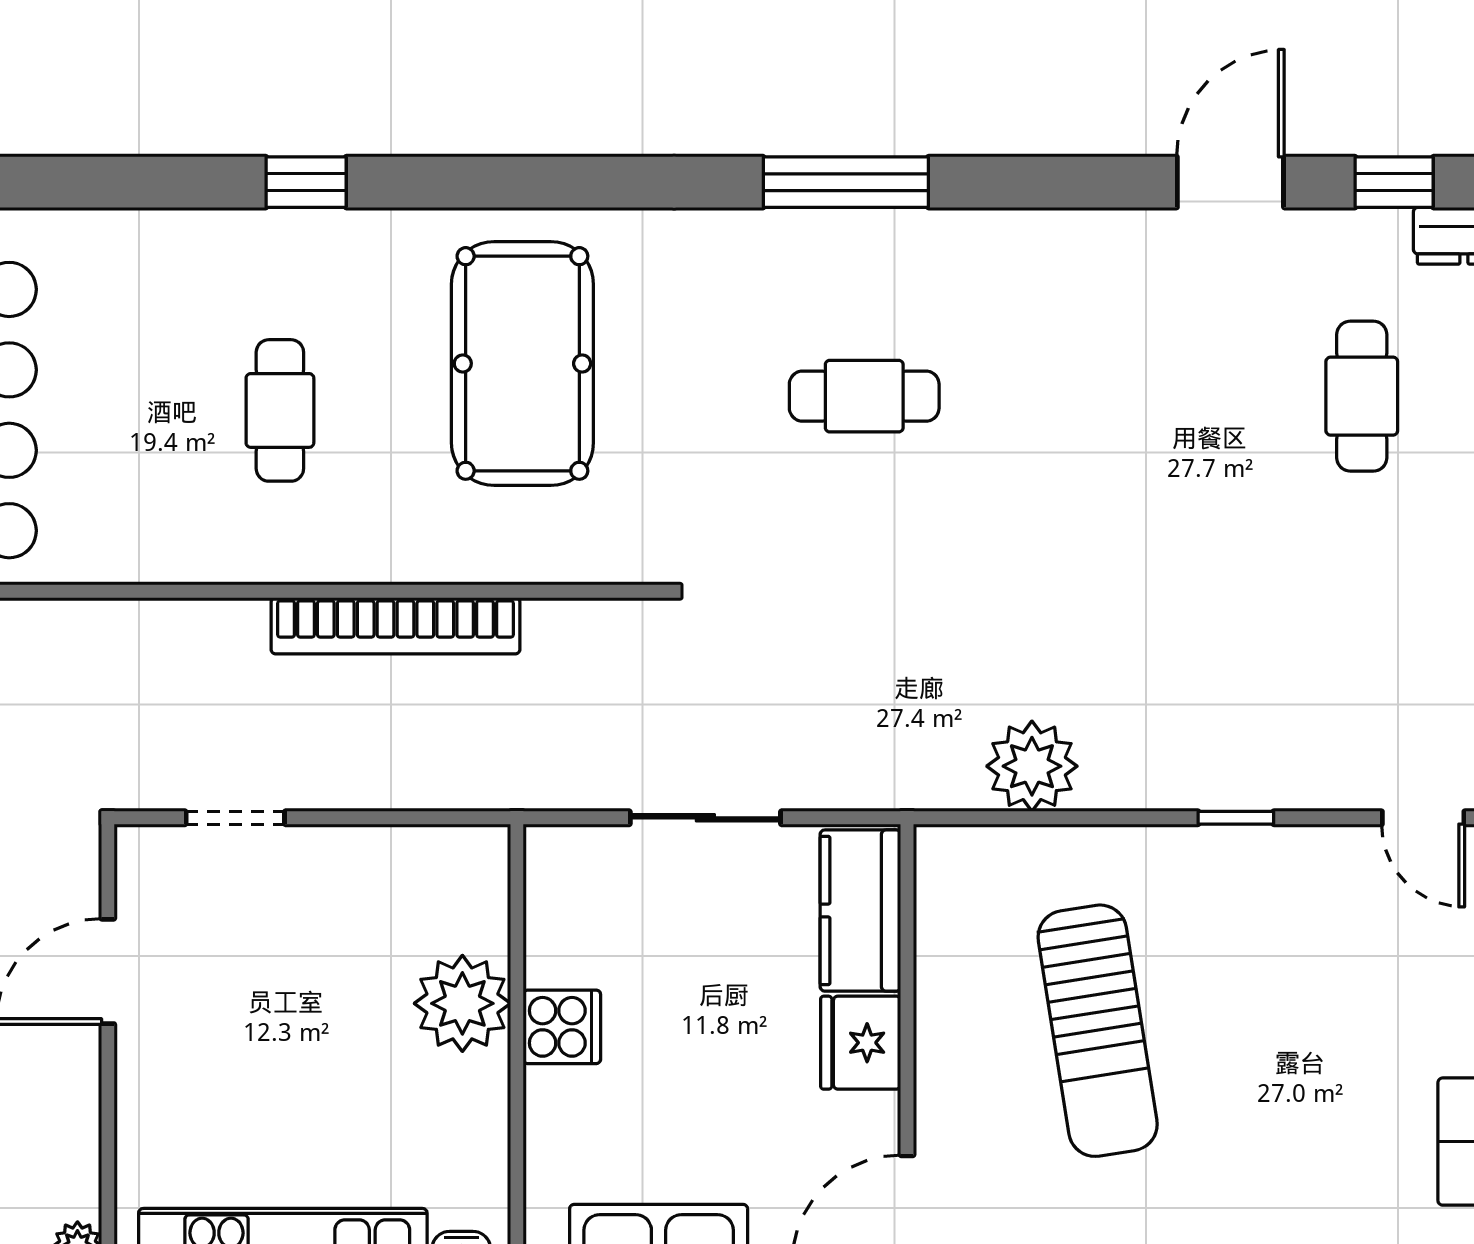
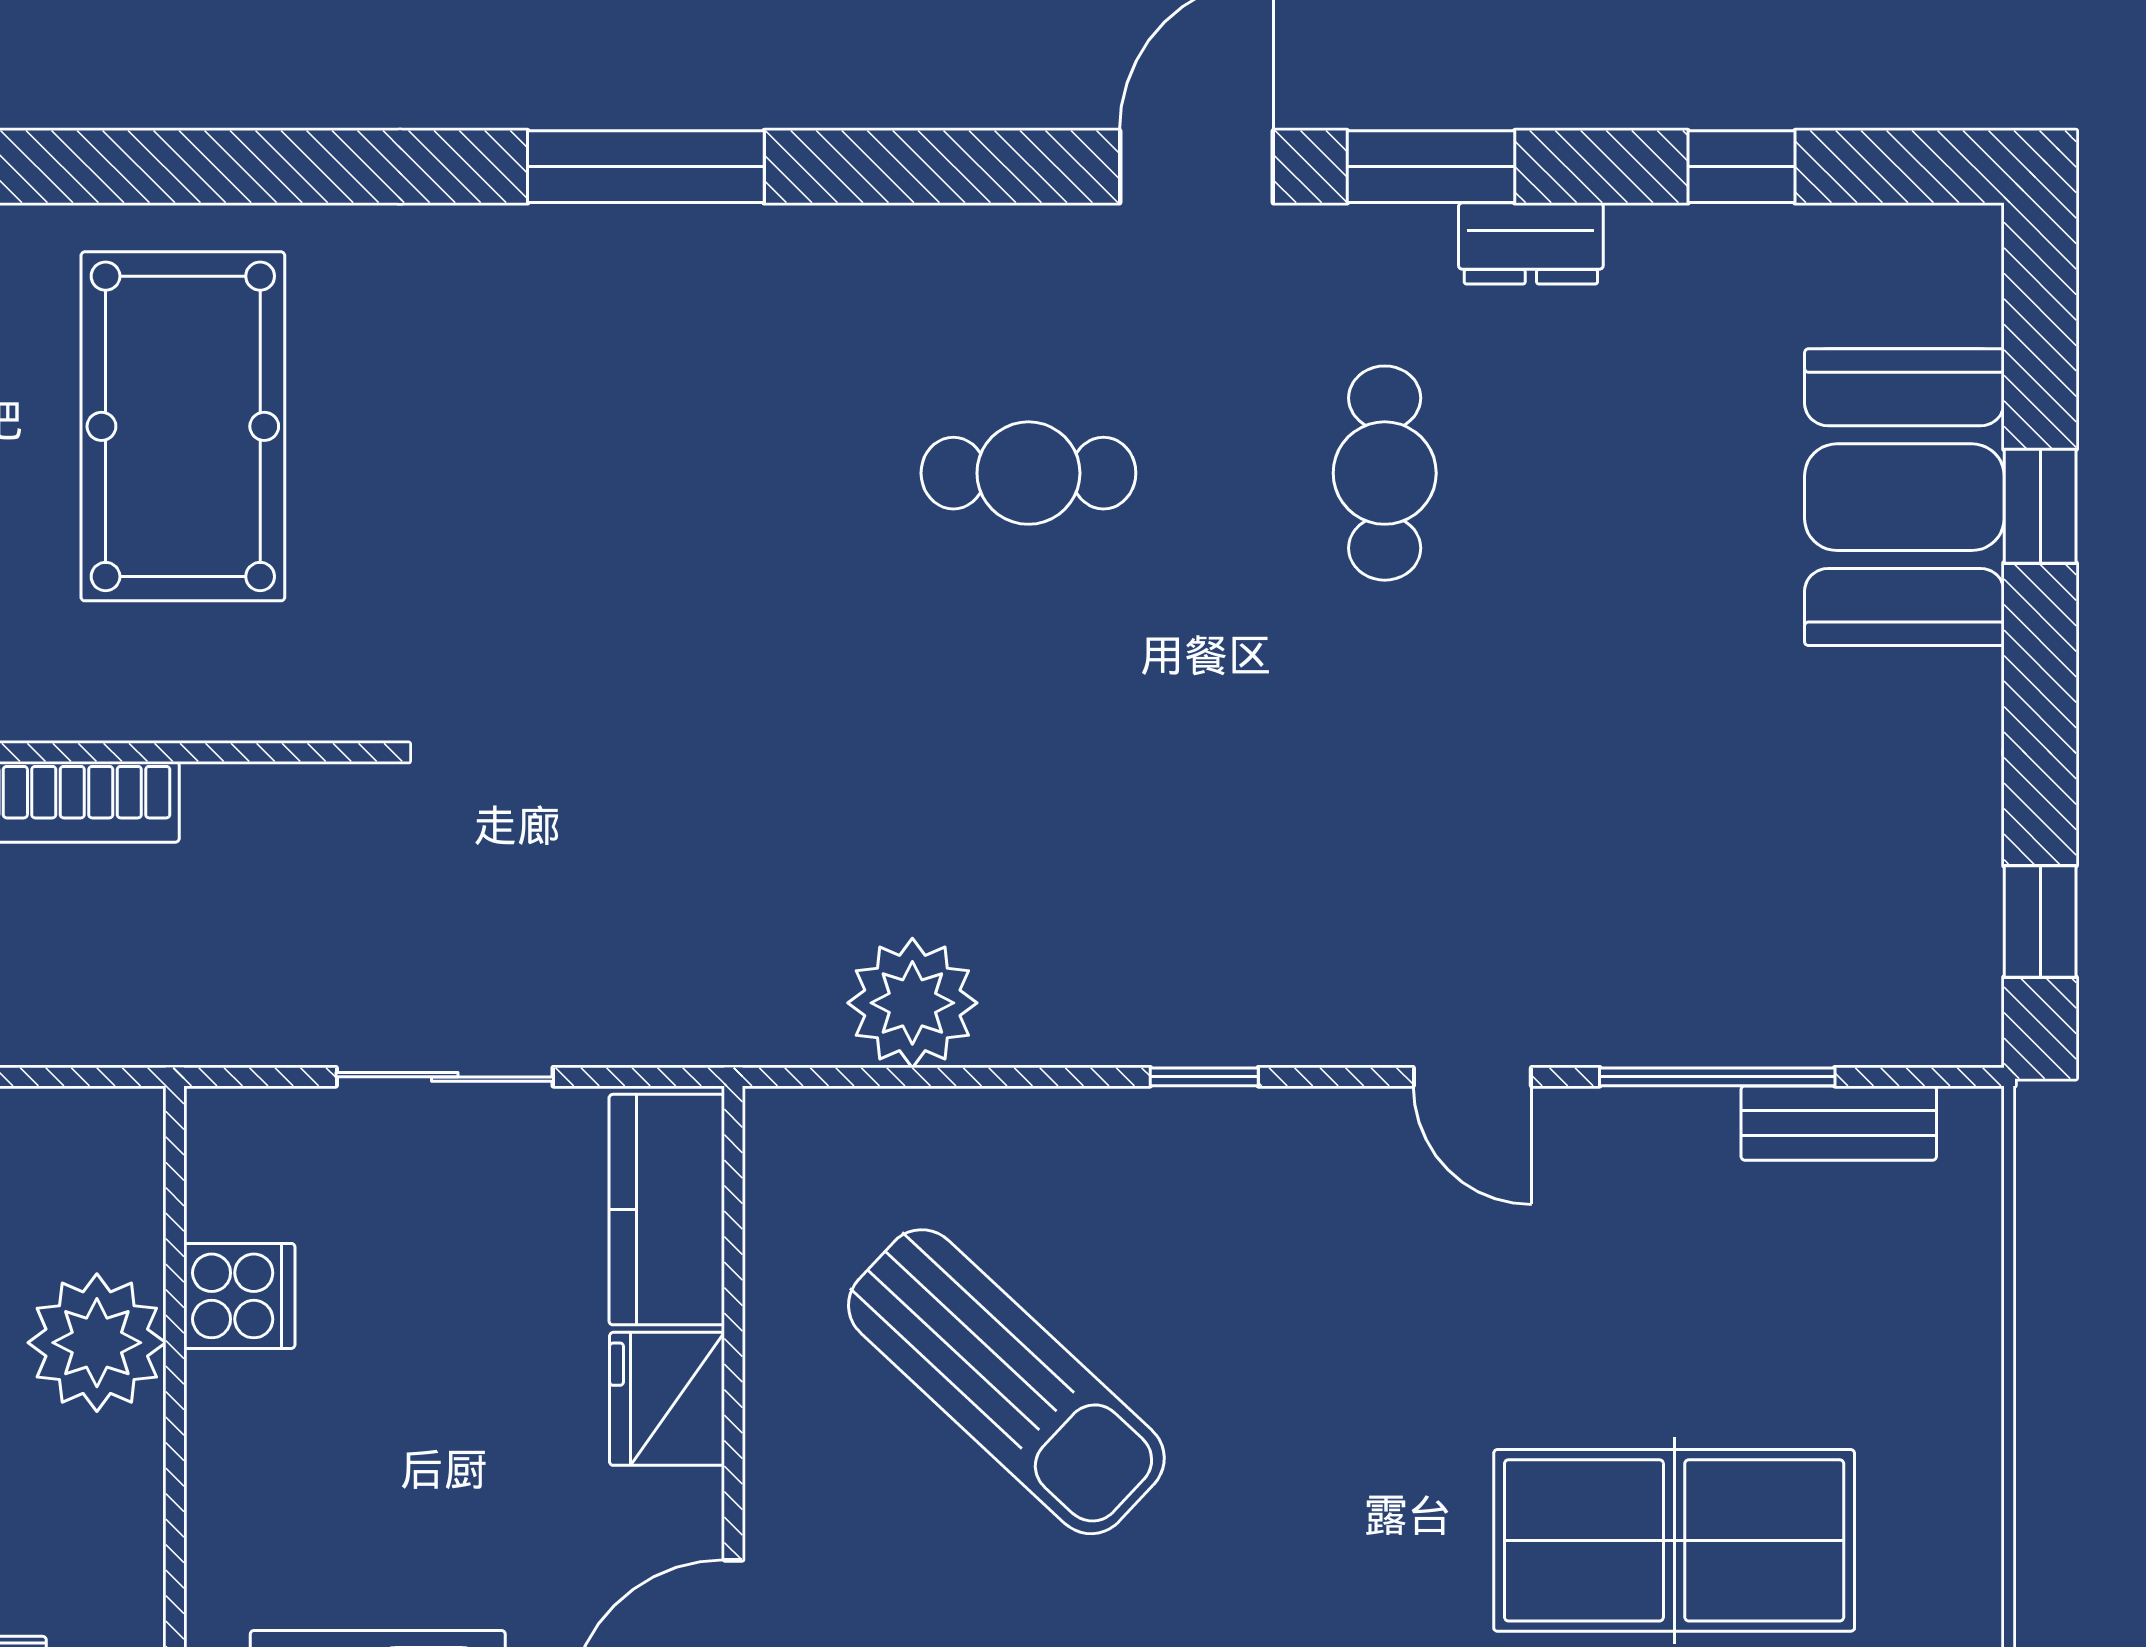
window: (1394, 182) -> (1431, 167), width x1.50
cafe table: (864, 396) -> (1028, 473), moved
cooker: (562, 1027) -> (239, 1296), moved
sun lounger: (1098, 1031) -> (1006, 1382), turned -38

